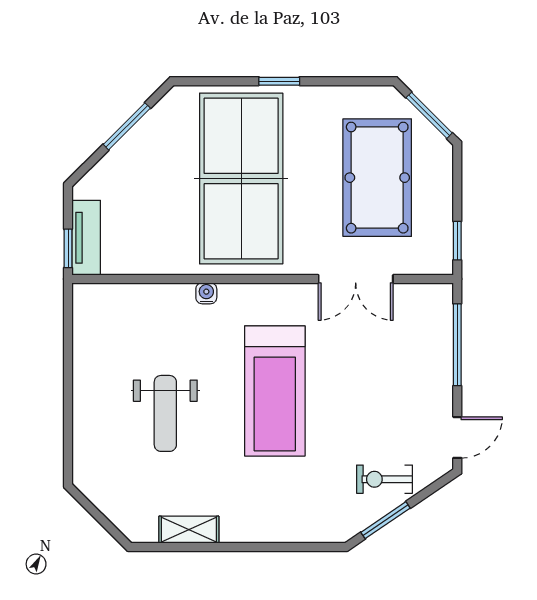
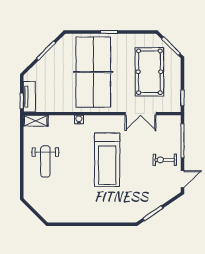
weight bench: (165, 413) -> (45, 162), moved
exercise bike: (384, 479) -> (165, 160), moved
shelving: (189, 530) -> (36, 121), moved

